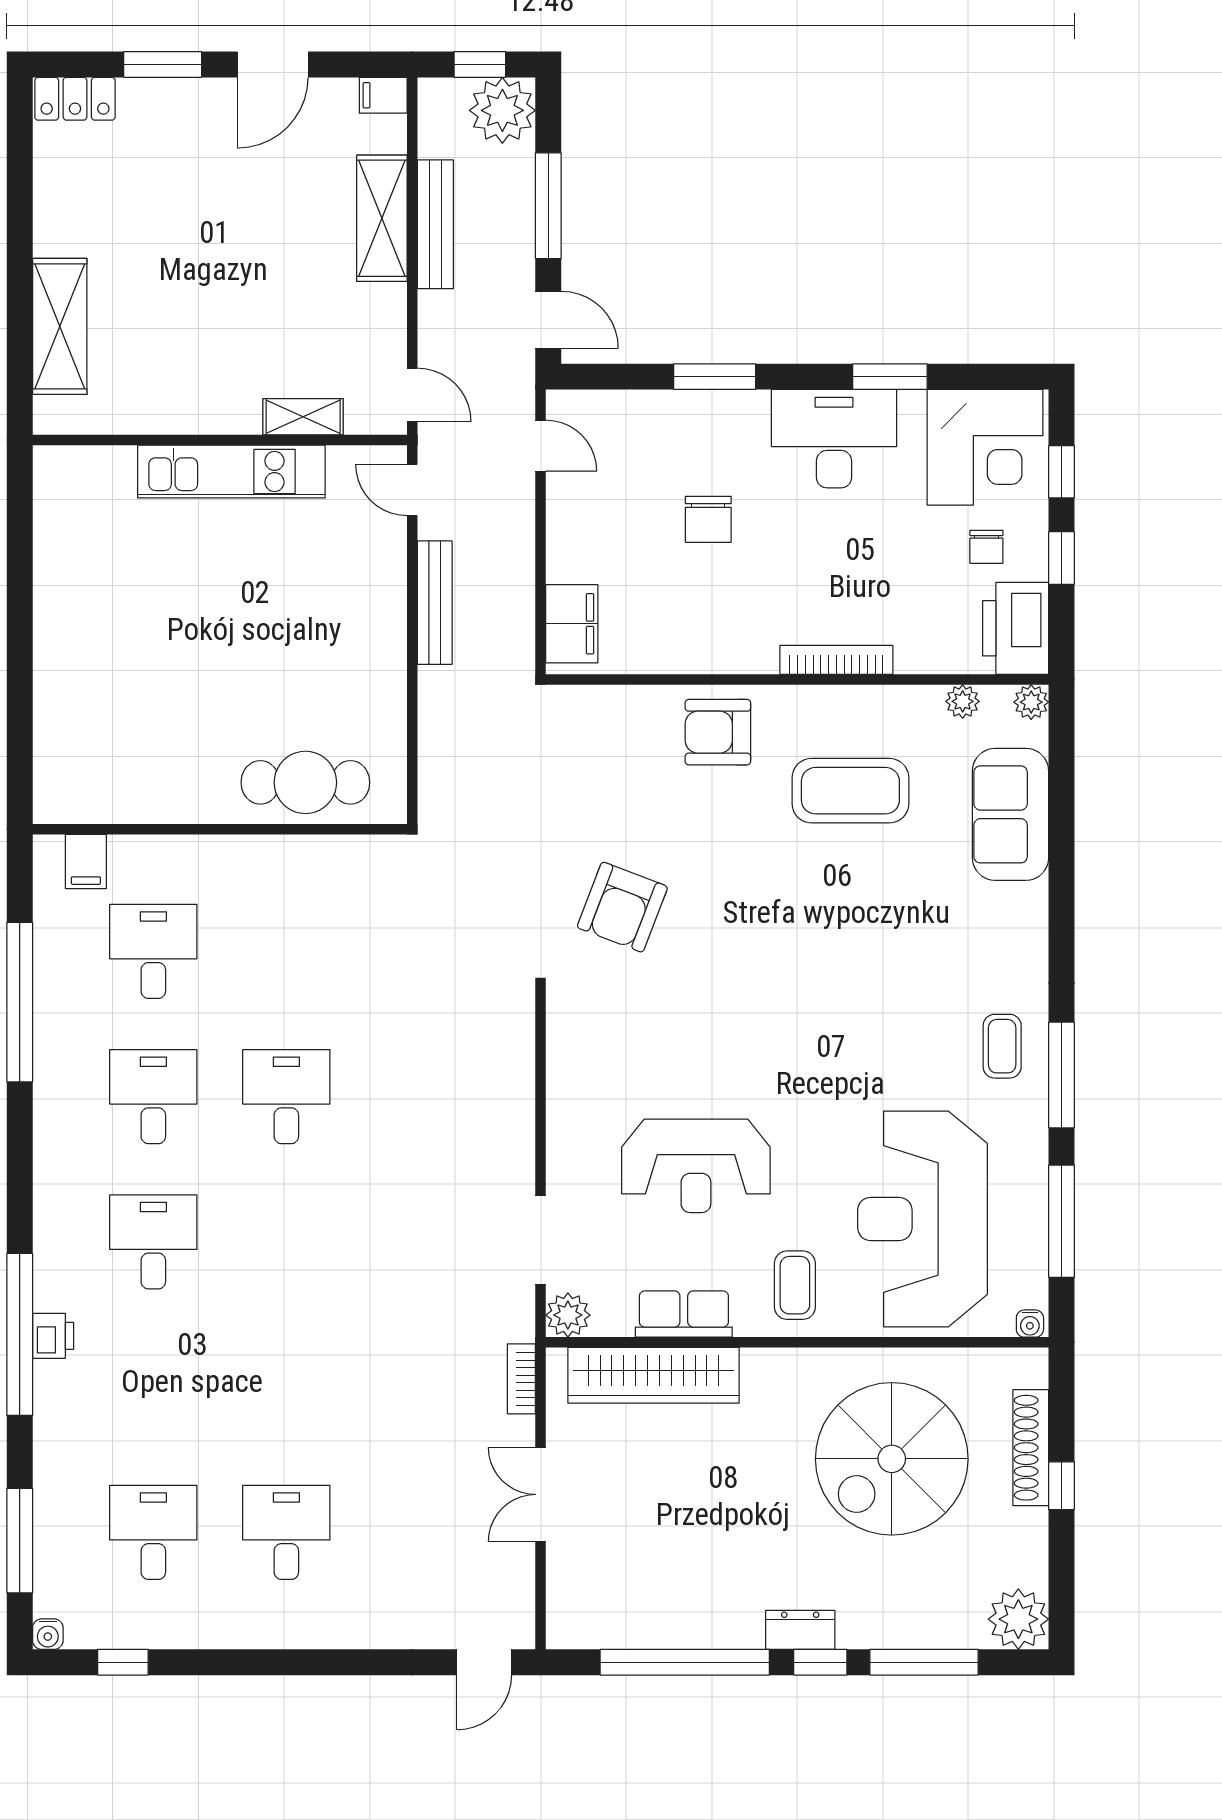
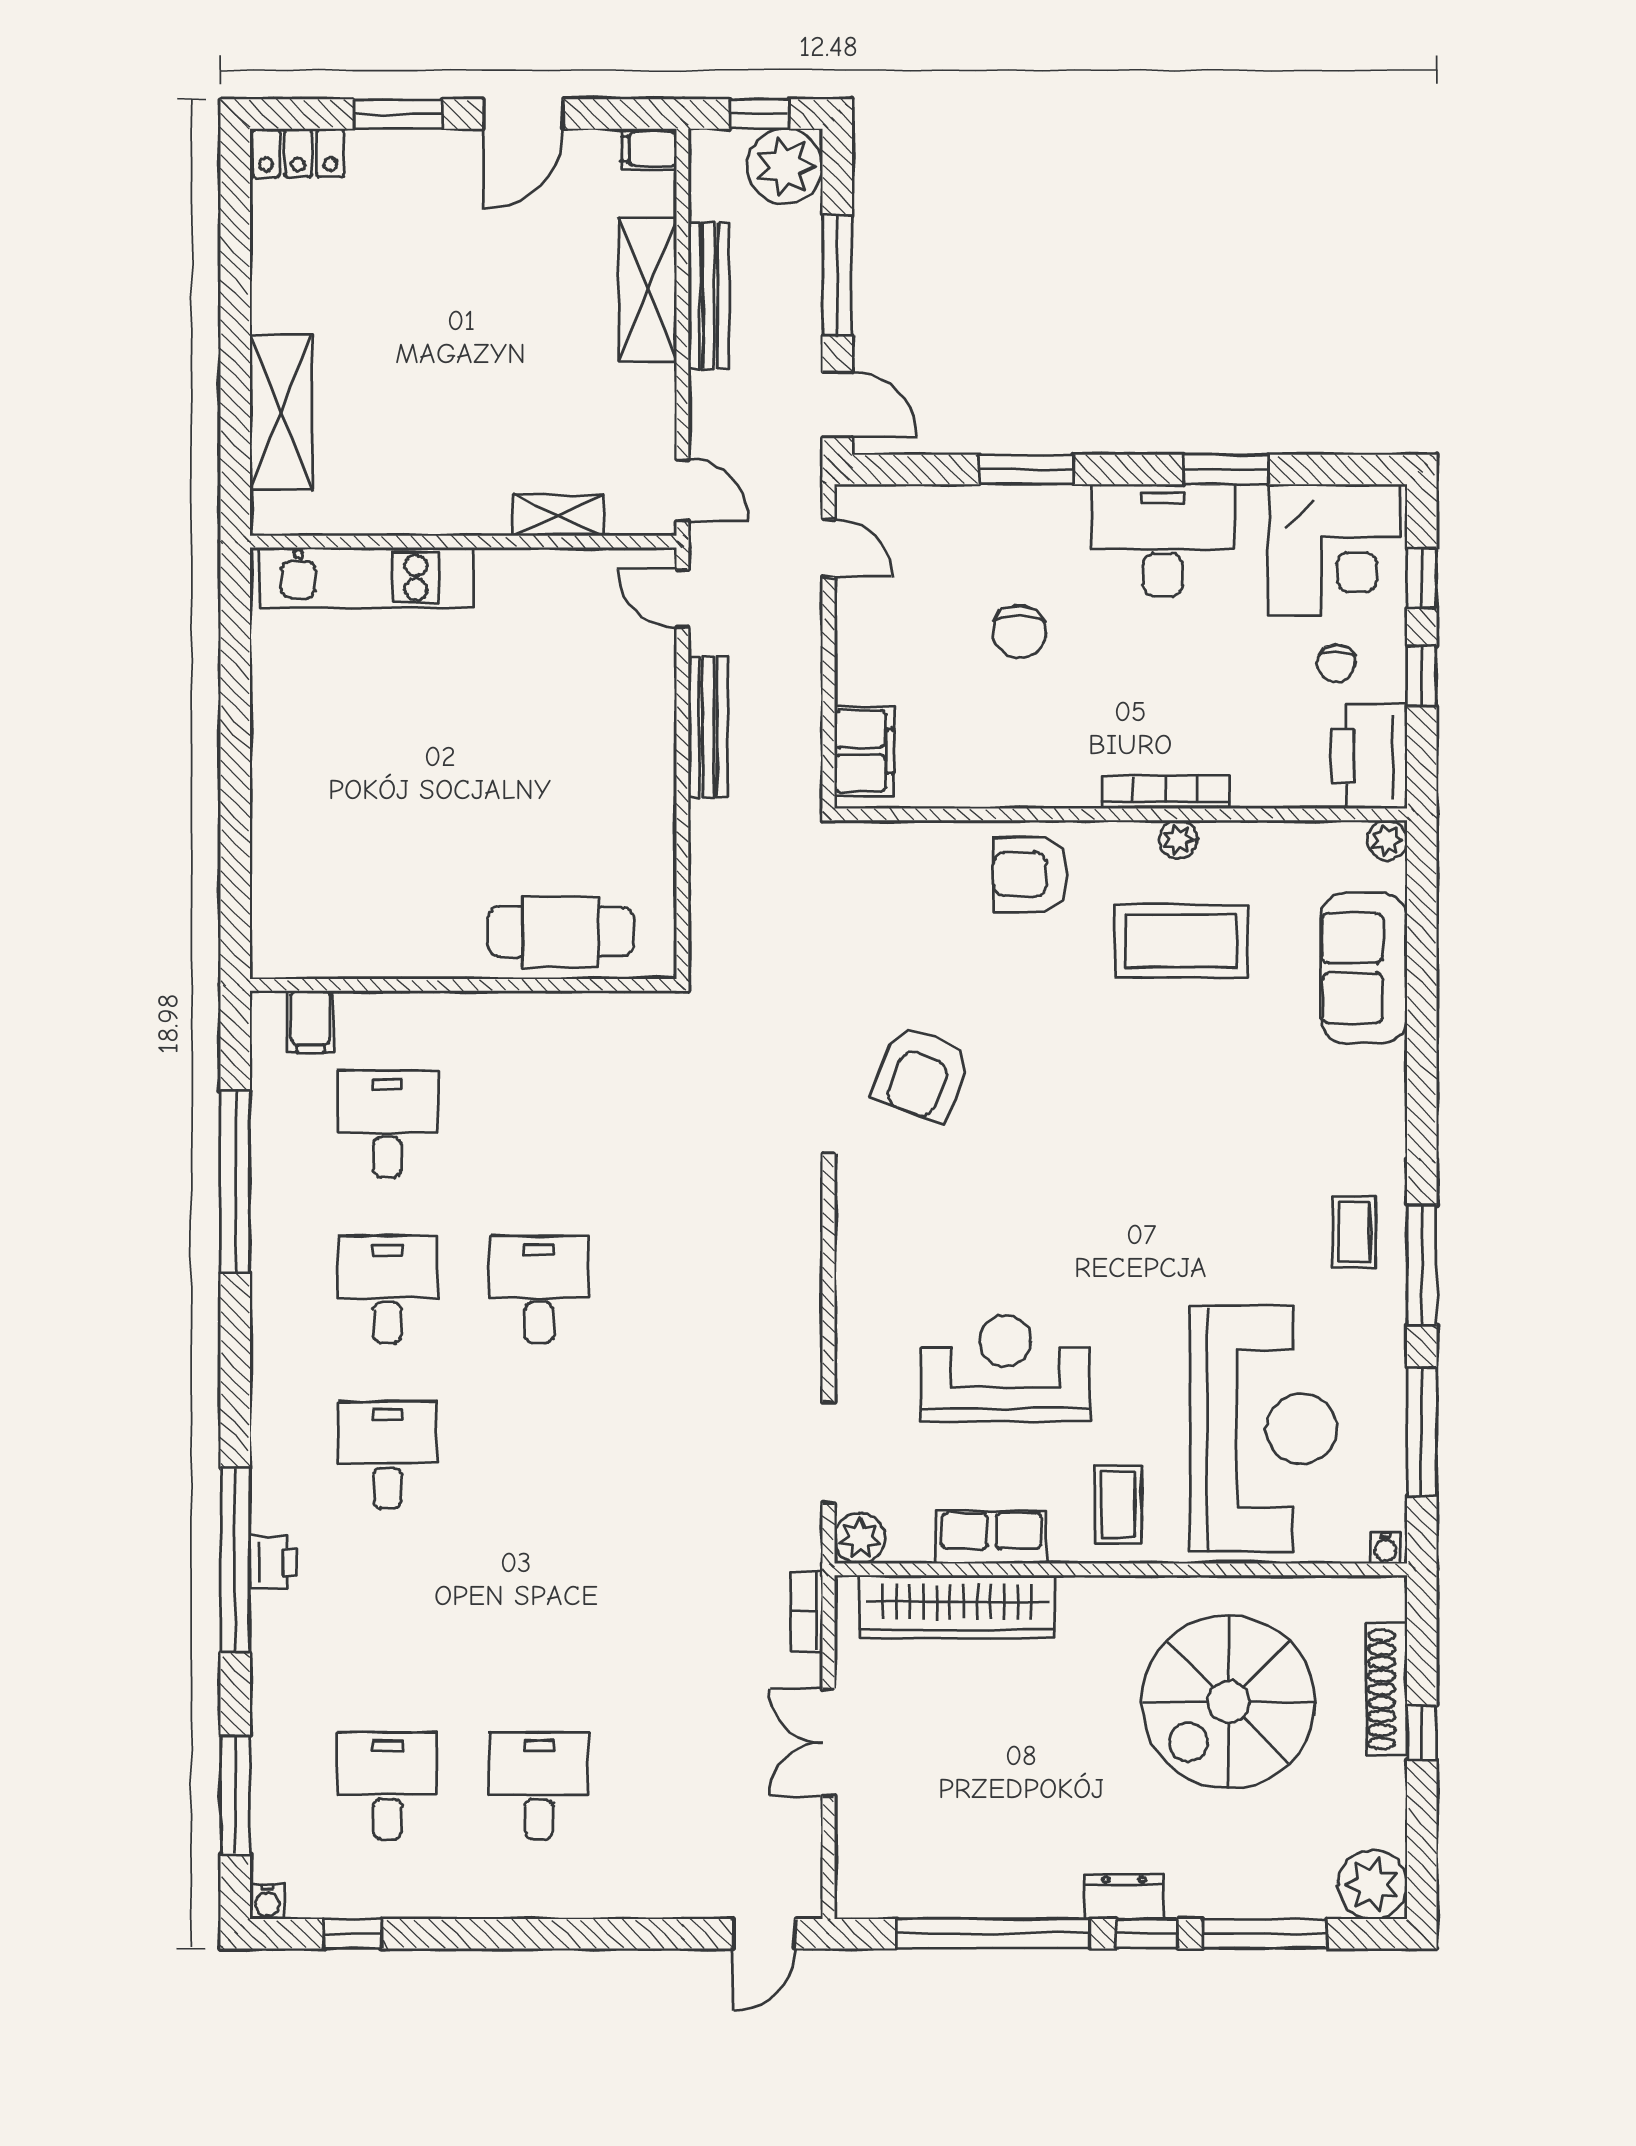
kitchen unit: (231, 472) -> (367, 578), moved
plant: (963, 701) -> (1178, 839), moved
reception desk: (696, 1166) -> (1005, 1368), turned 180
reception desk: (922, 1219) -> (1263, 1429), turned 180

